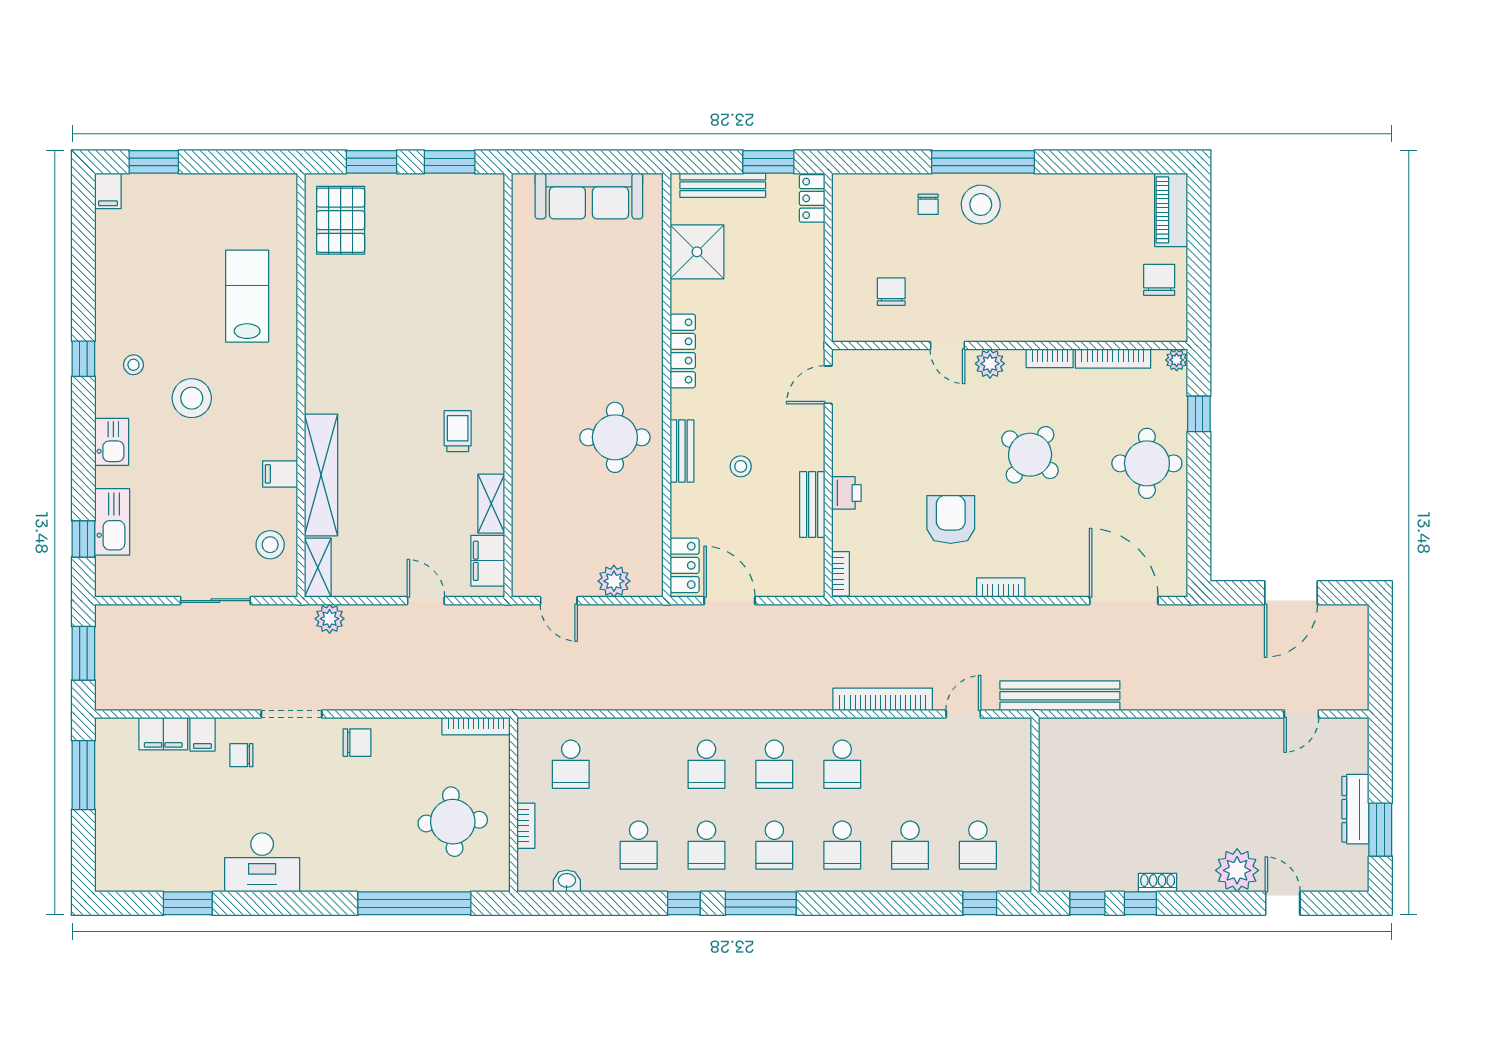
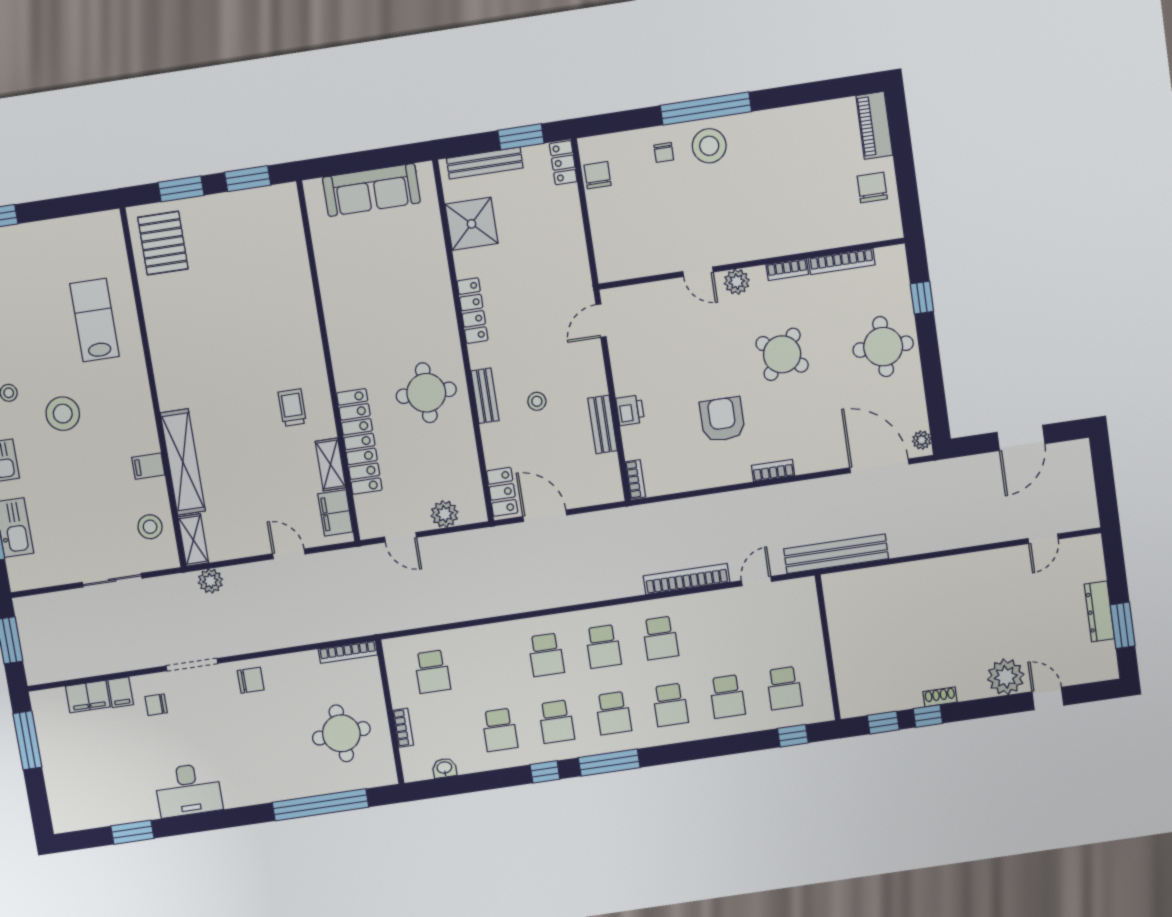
chair: (891, 292) -> (597, 175), moved
plant: (1177, 360) -> (922, 440), moved
locker: (529, 482) -> (359, 442), added

